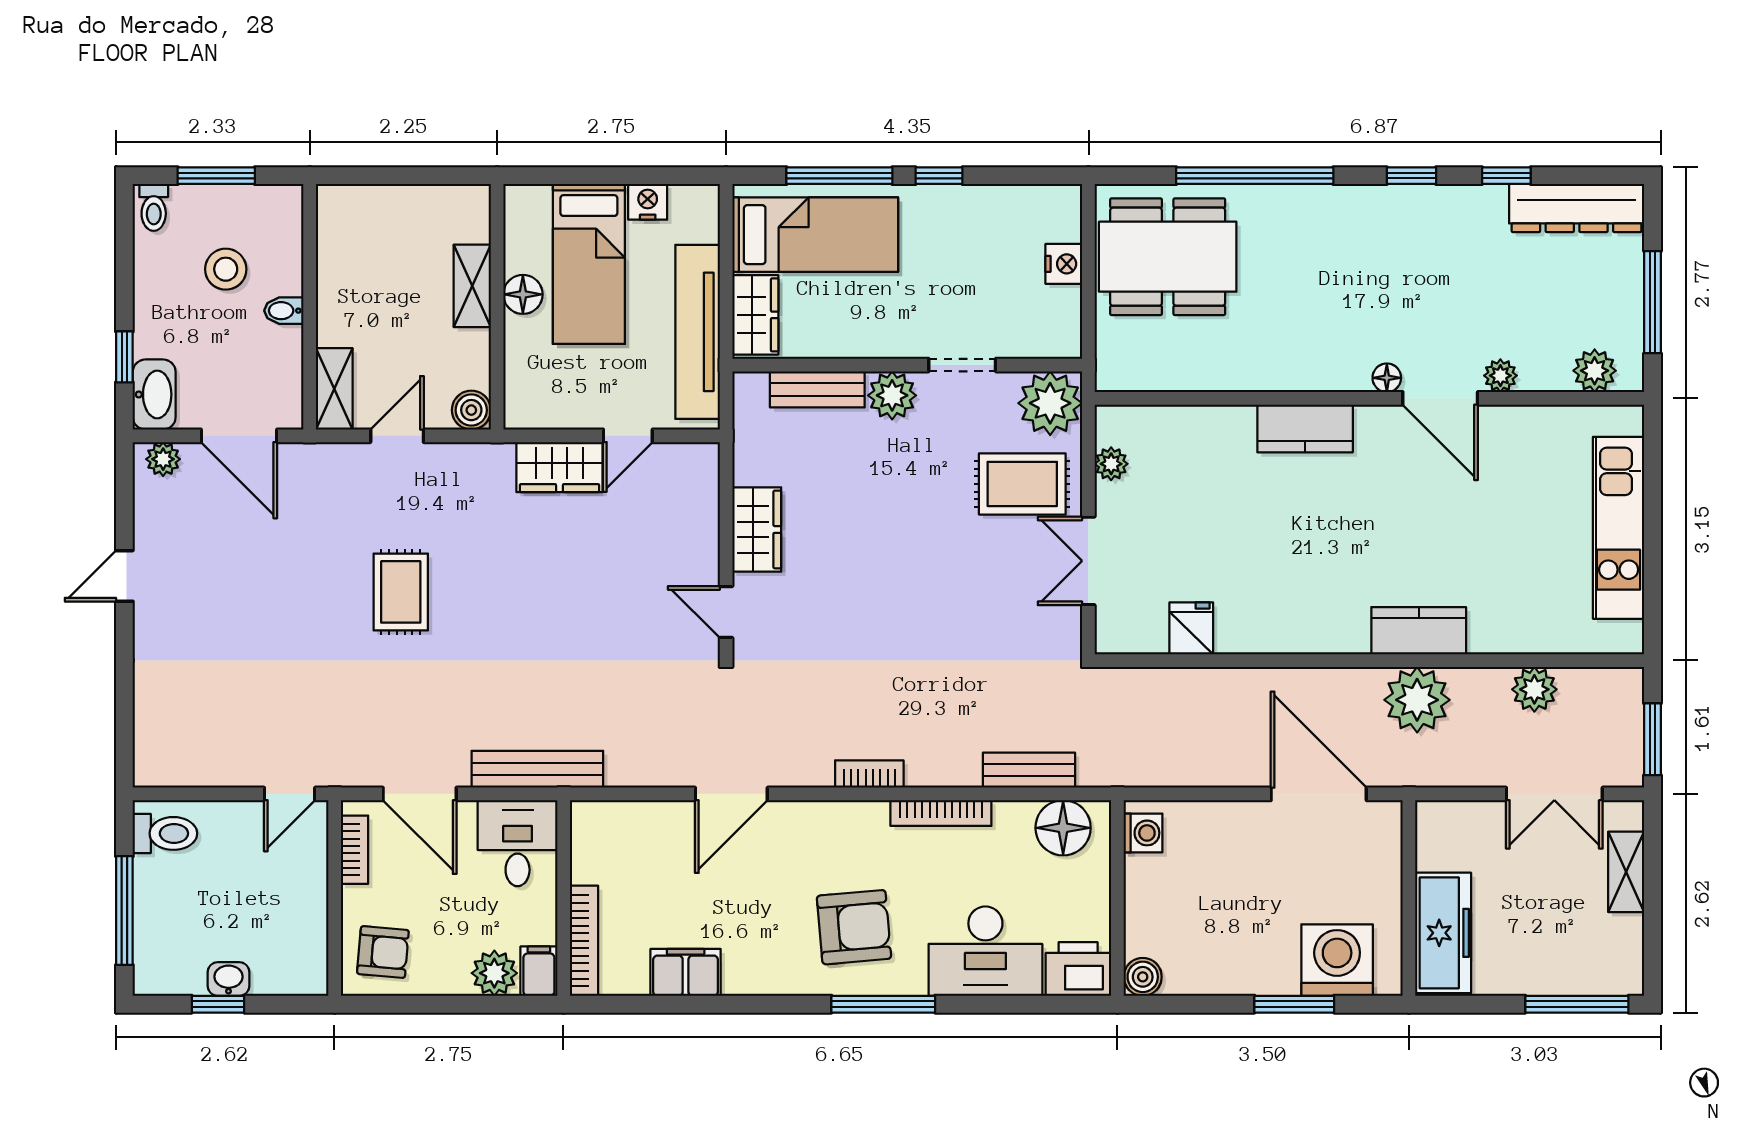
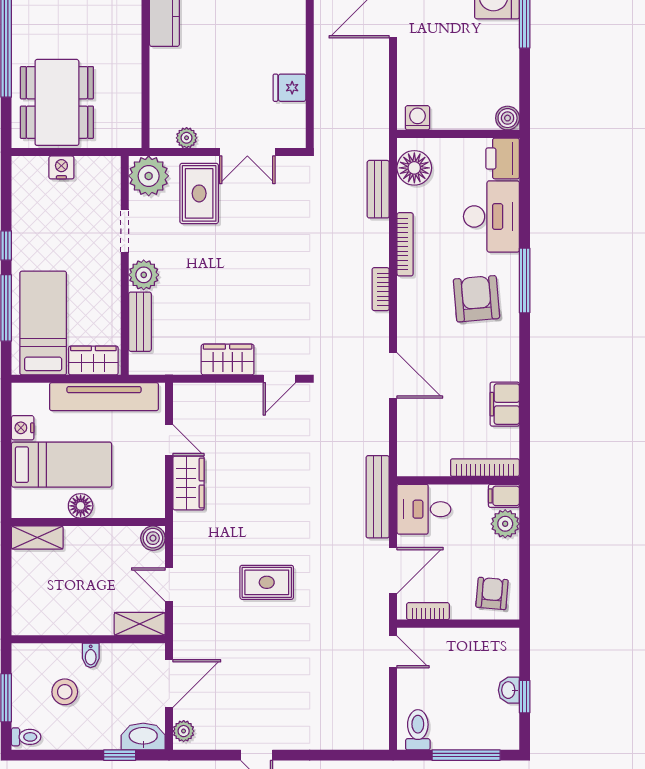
shelving: (472, 286) -> (37, 538), moved

